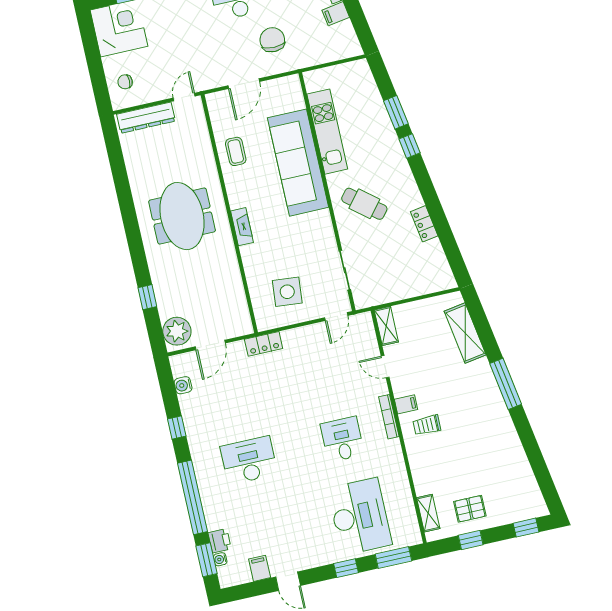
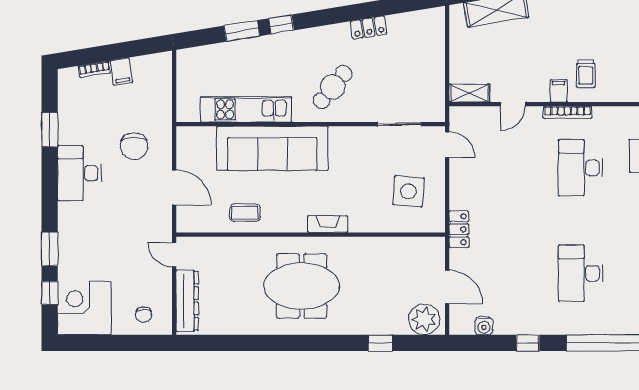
chair: (272, 40) -> (134, 146), turned -90
desk: (342, 439) -> (581, 168), width x1.37

